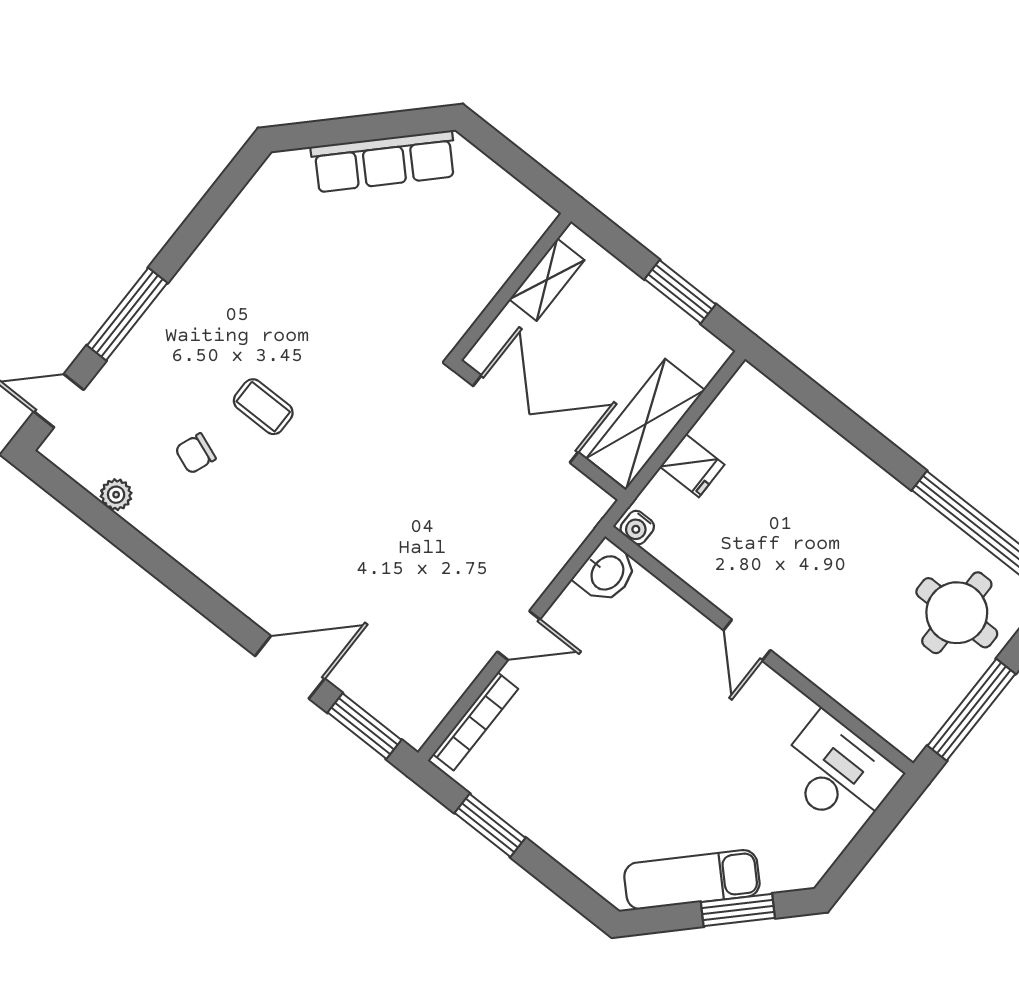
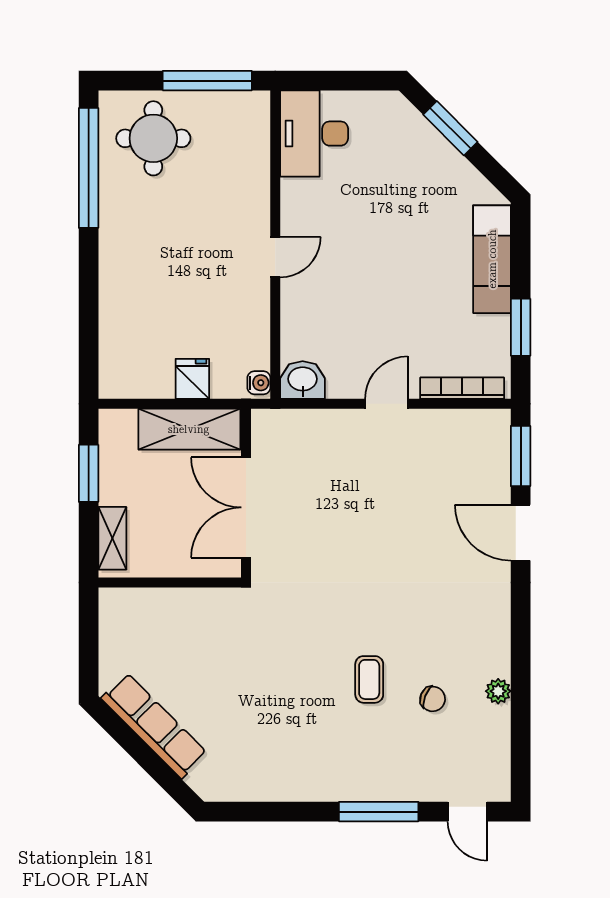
shelving: (547, 280) -> (112, 538), moved, turned 90
plant: (116, 495) -> (498, 691), moved
door: (519, 636) -> (386, 404), hinge flipped
exam couch: (692, 880) -> (492, 259), moved, turned 45

